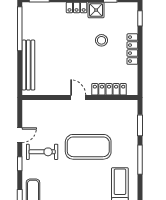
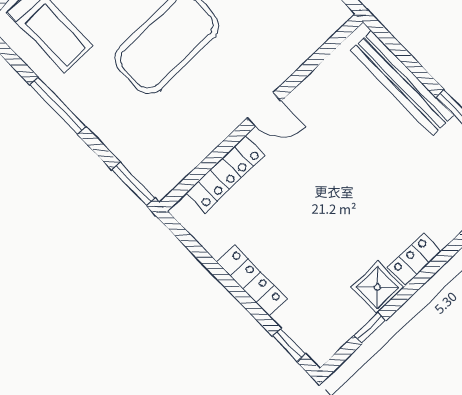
stool: (101, 40) -> (319, 245), removed
window: (140, 125) -> (133, 184), moved

